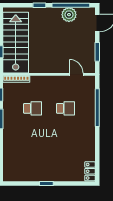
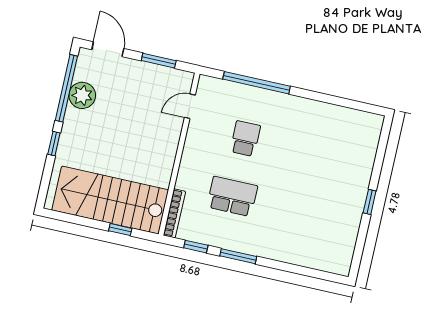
school desk: (33, 108) -> (232, 196), width x1.85
locker: (90, 171) -> (365, 121), removed

